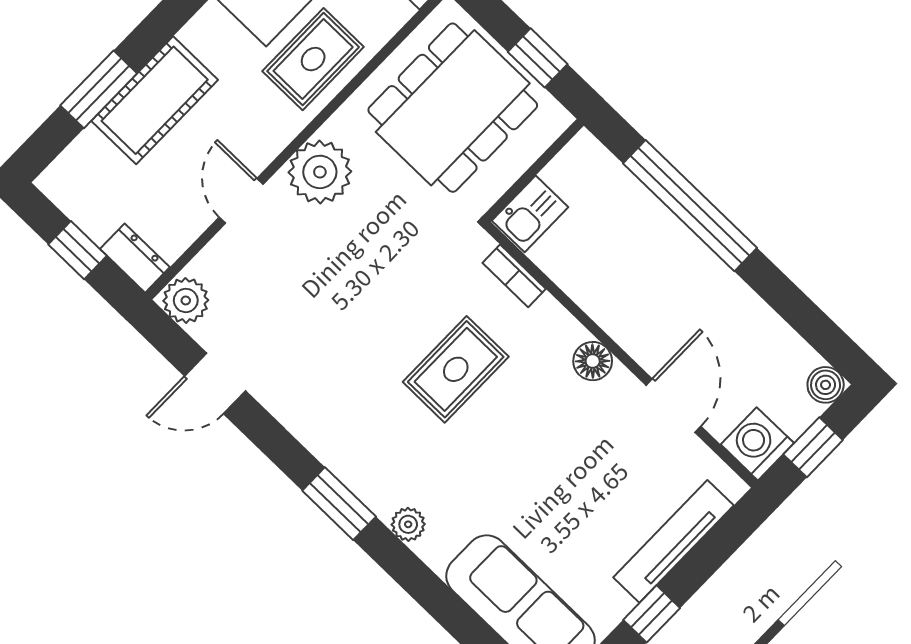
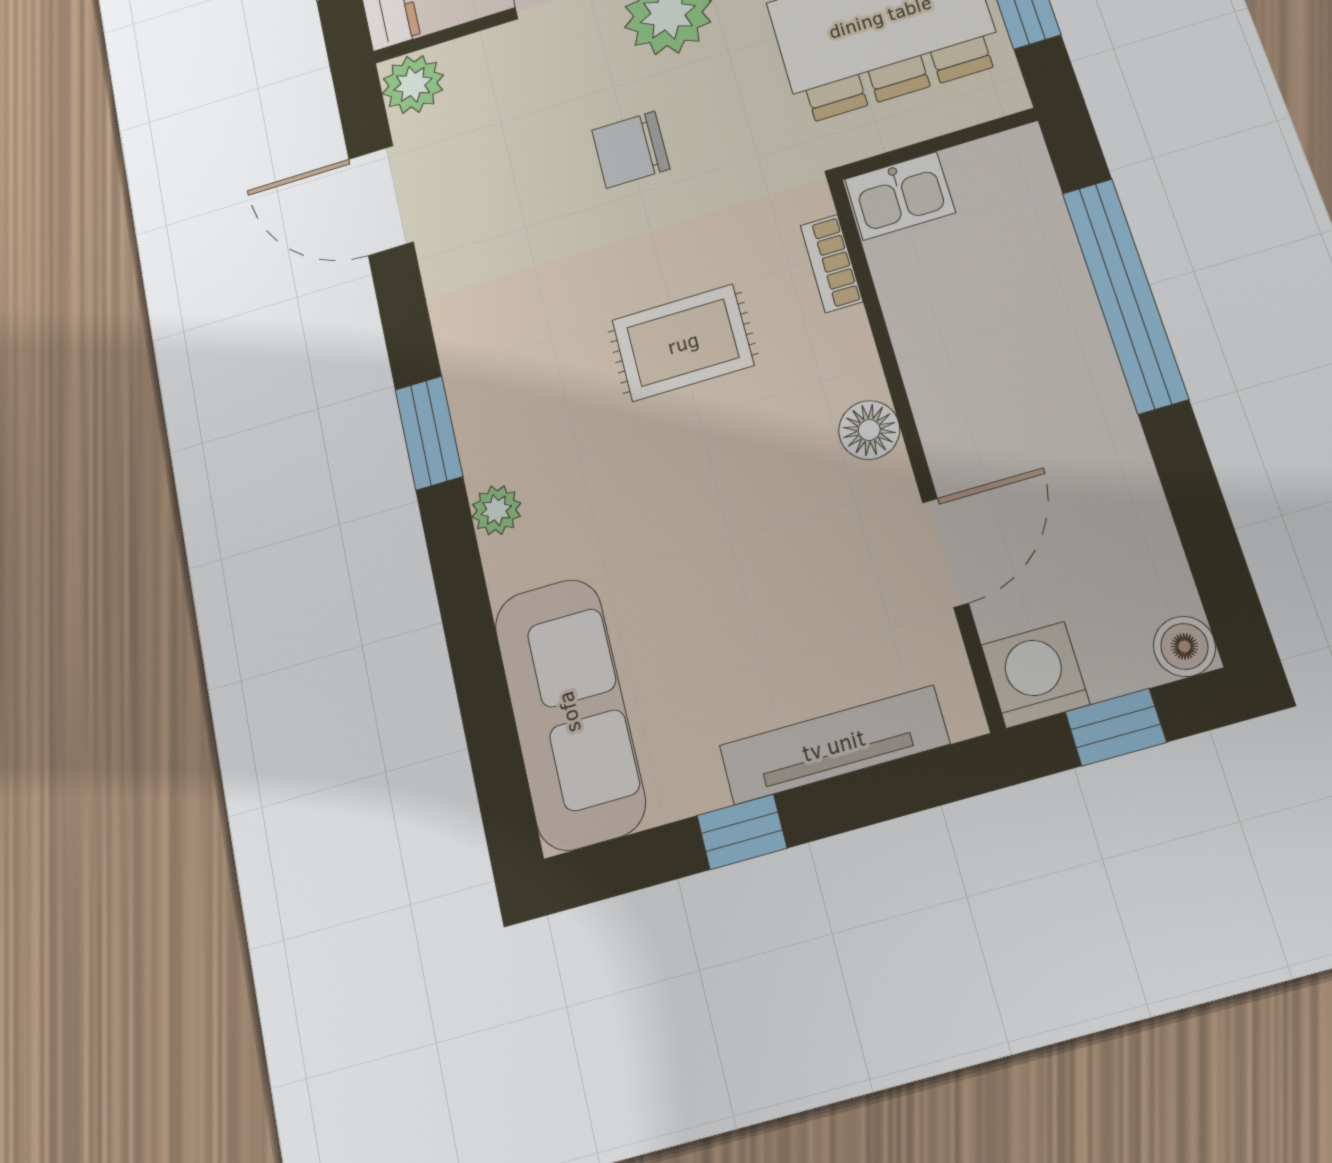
chair: (351, 270) -> (631, 150), added
door: (215, 383) -> (381, 200), width x1.38

